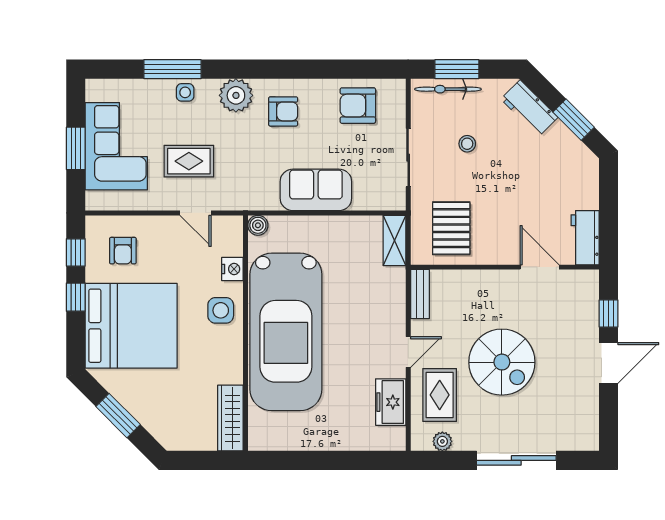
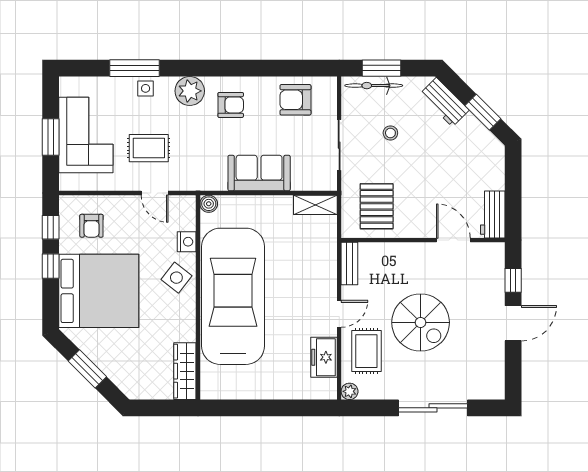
shelving: (394, 240) -> (315, 205), moved, turned 90
side table: (221, 310) -> (176, 278), turned 38
car: (286, 332) -> (233, 296), turned 180
plant: (442, 441) -> (350, 391), moved

